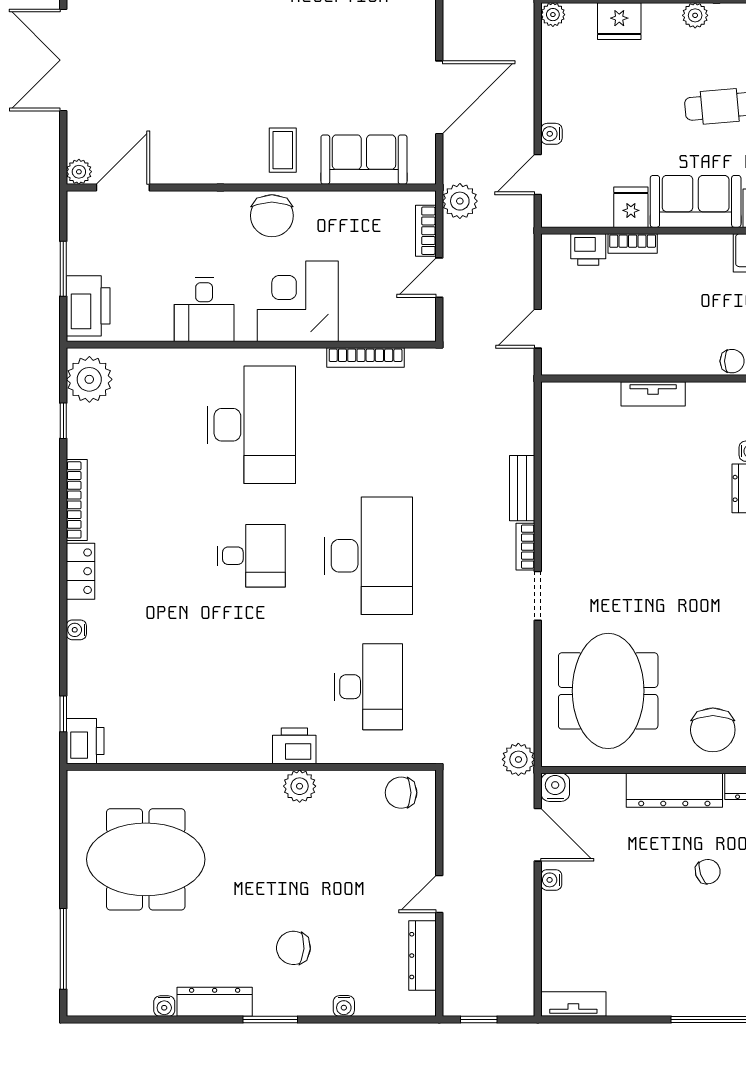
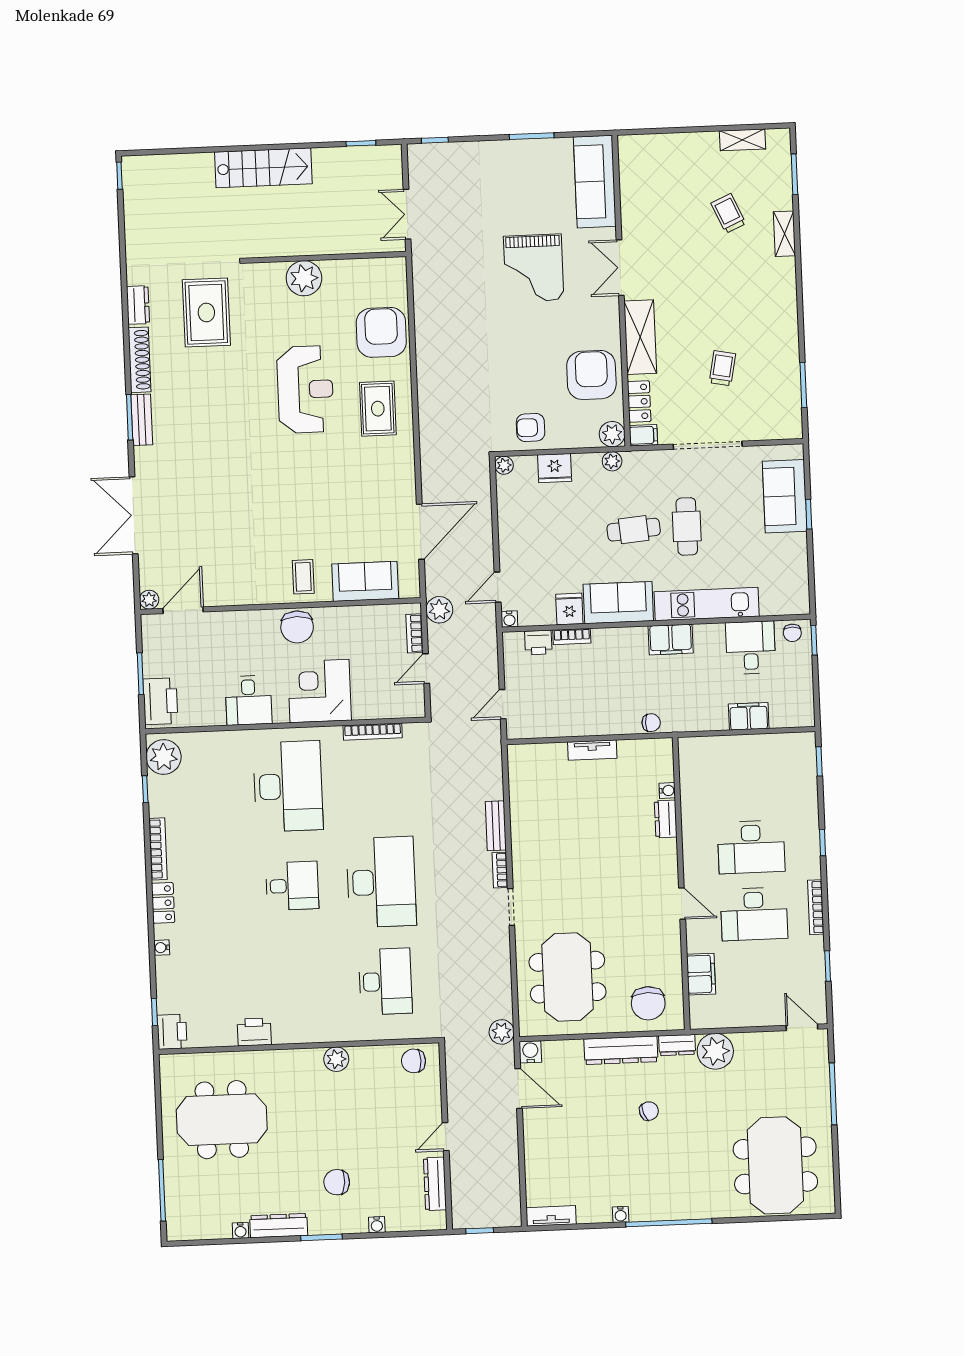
water cooler: (551, 134) -> (509, 619), moved, turned -90
printer: (294, 746) -> (254, 1032), moved
water cooler: (551, 880) -> (621, 1215), moved, turned -90

